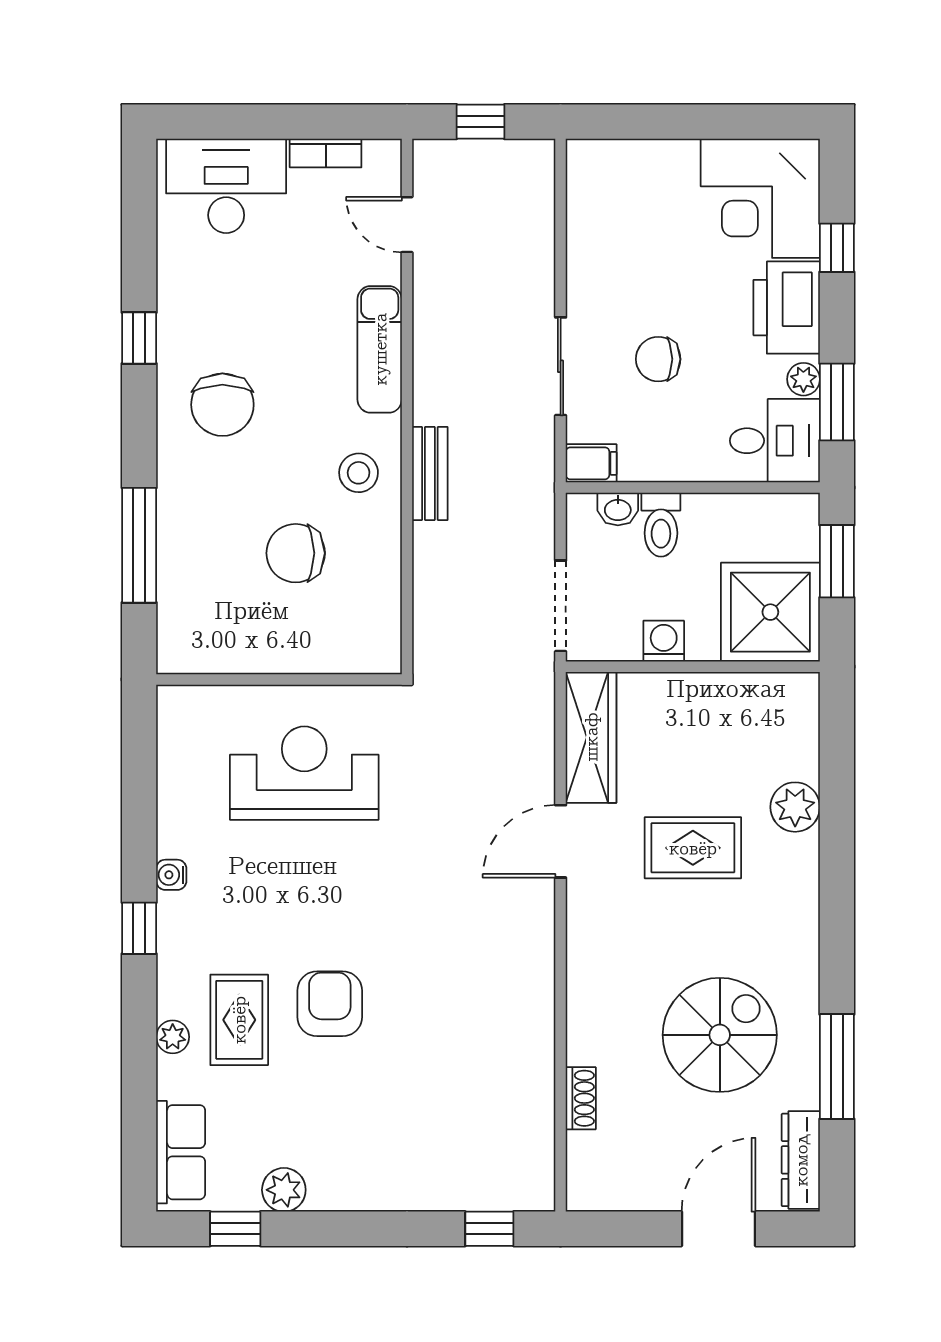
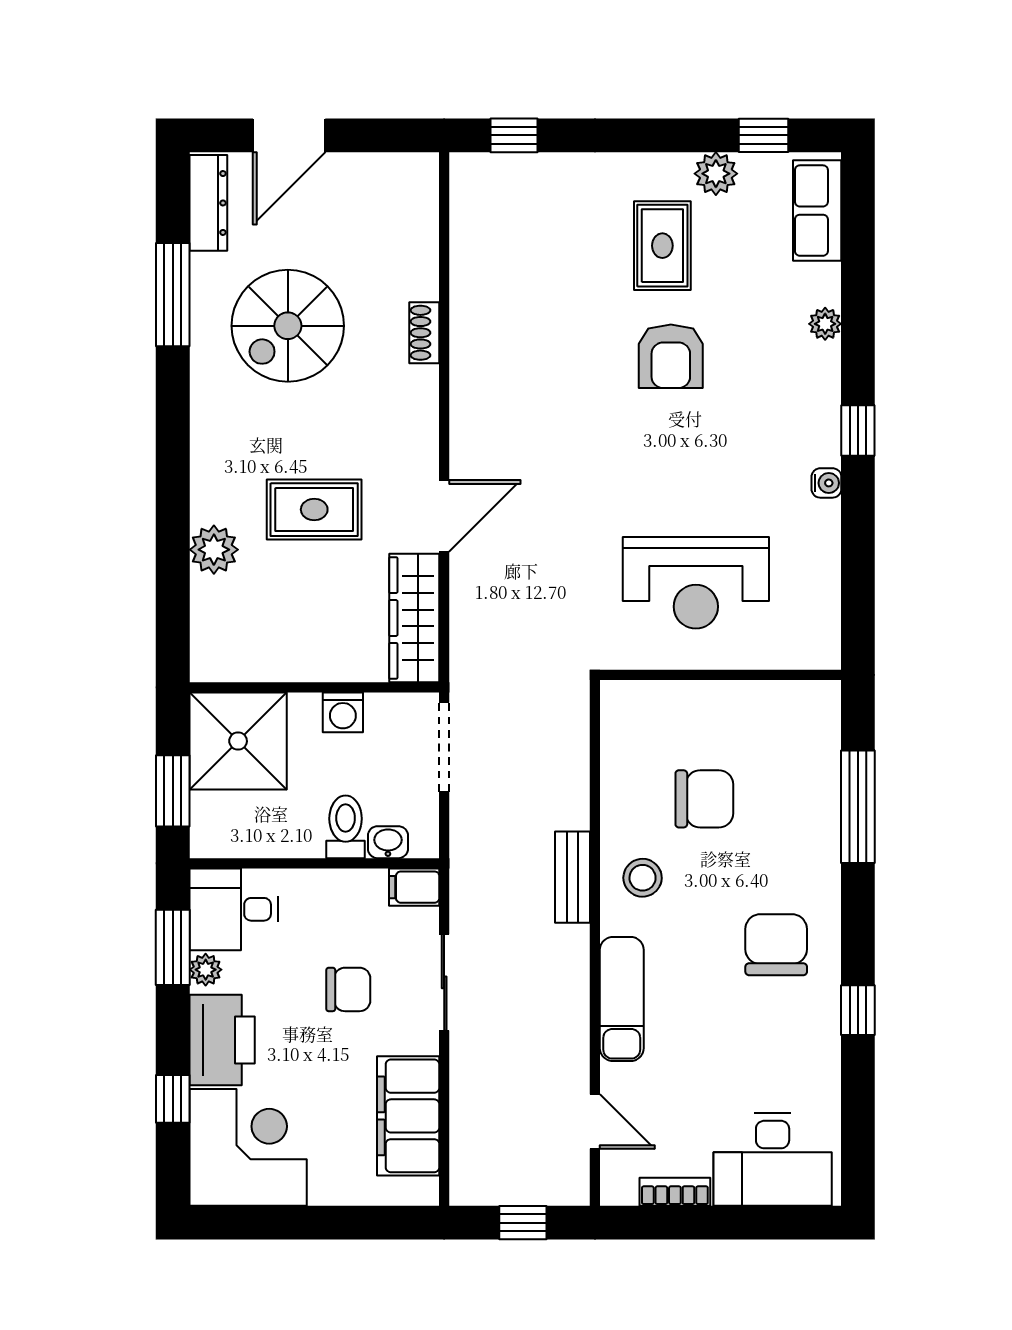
filing cabinet: (597, 230) -> (408, 1116), added
rug: (239, 1020) -> (662, 246), moved
shoe rack: (581, 1098) -> (424, 333), moved

